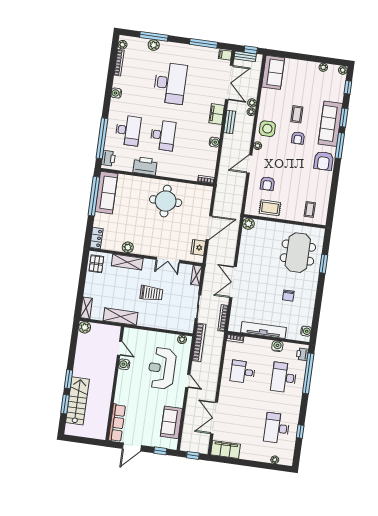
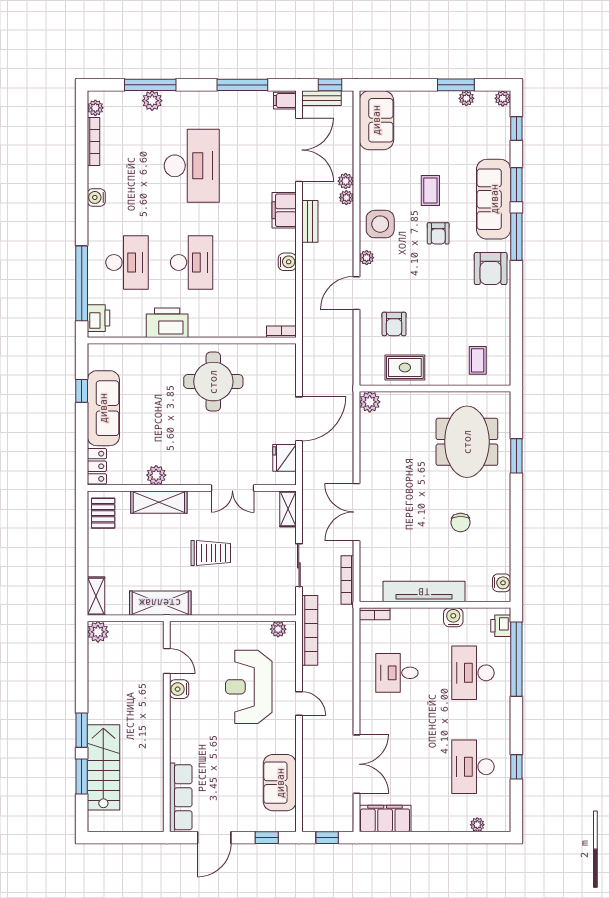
window: (319, 59) -> (456, 85), added
sofa: (106, 193) -> (103, 408), moved
window: (94, 196) -> (82, 391), width x0.32
double door: (214, 418) -> (356, 764), swing flipped

